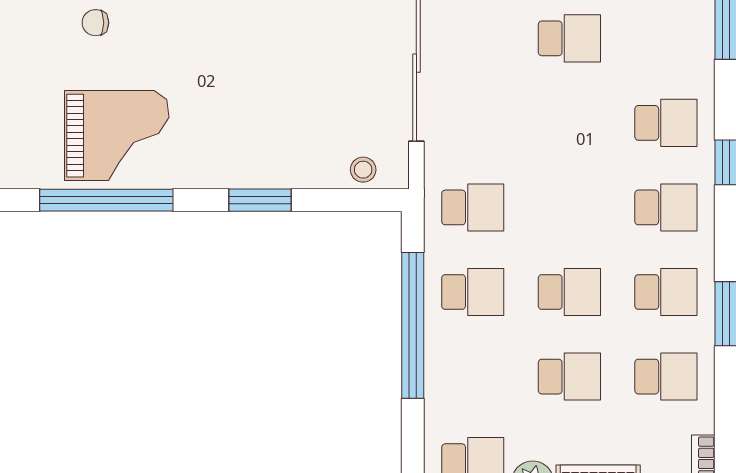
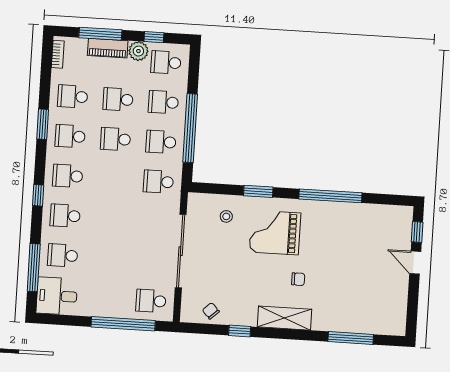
chair: (95, 23) -> (298, 279), moved
school desk: (569, 38) -> (63, 255), moved
grand piano: (117, 136) -> (275, 232), moved
stool: (363, 170) -> (226, 216), moved
school desk: (473, 377) -> (163, 102), added

